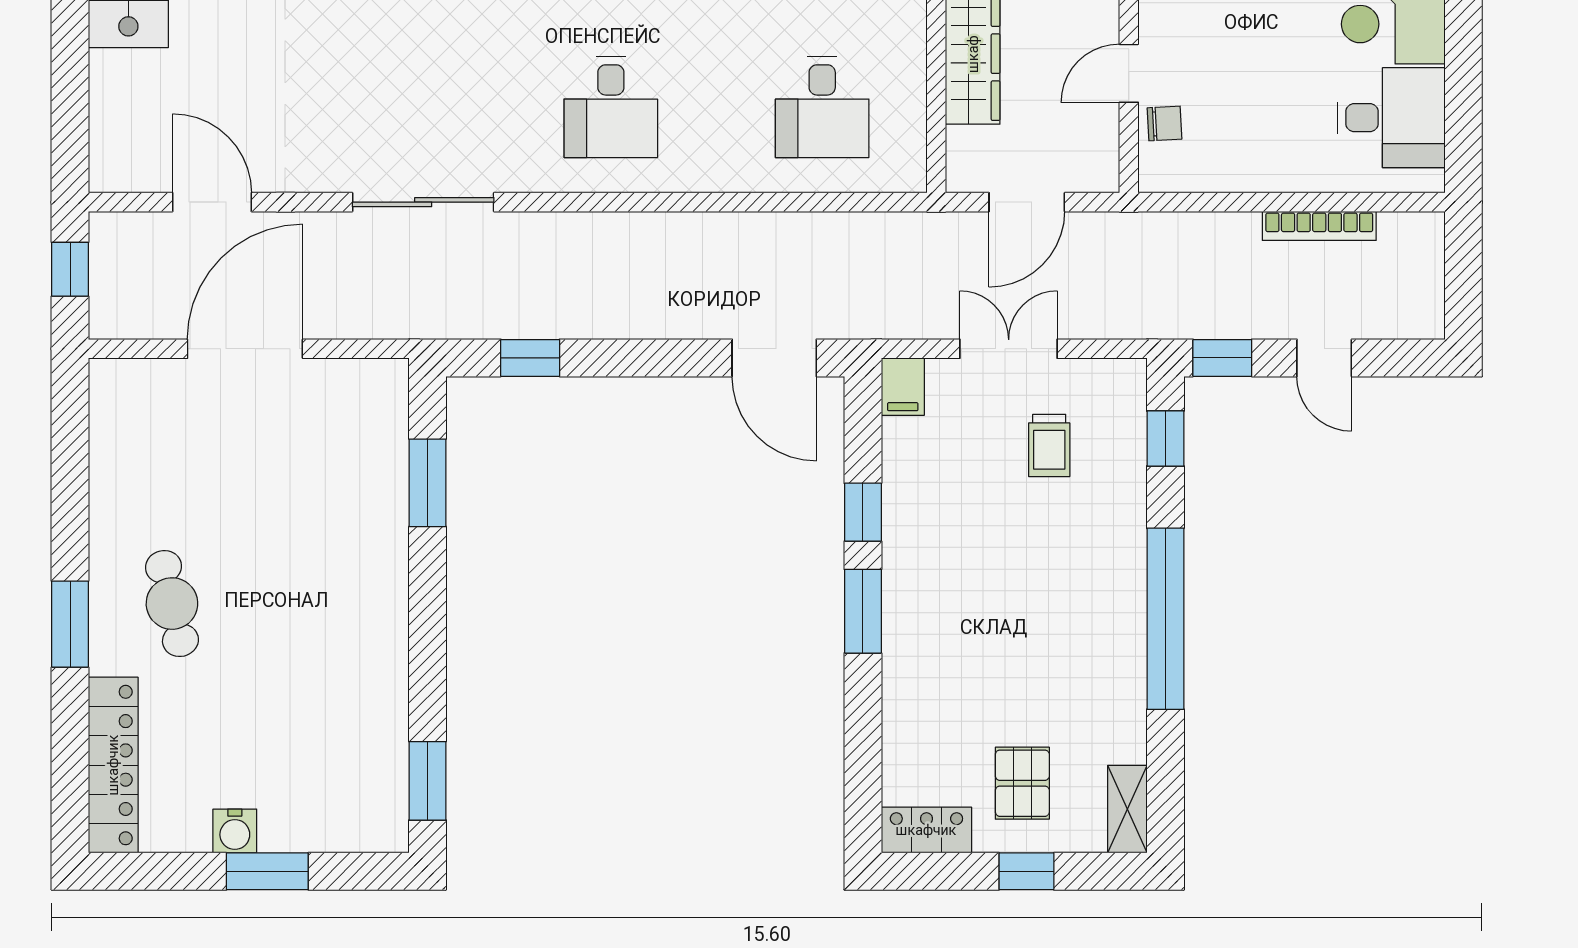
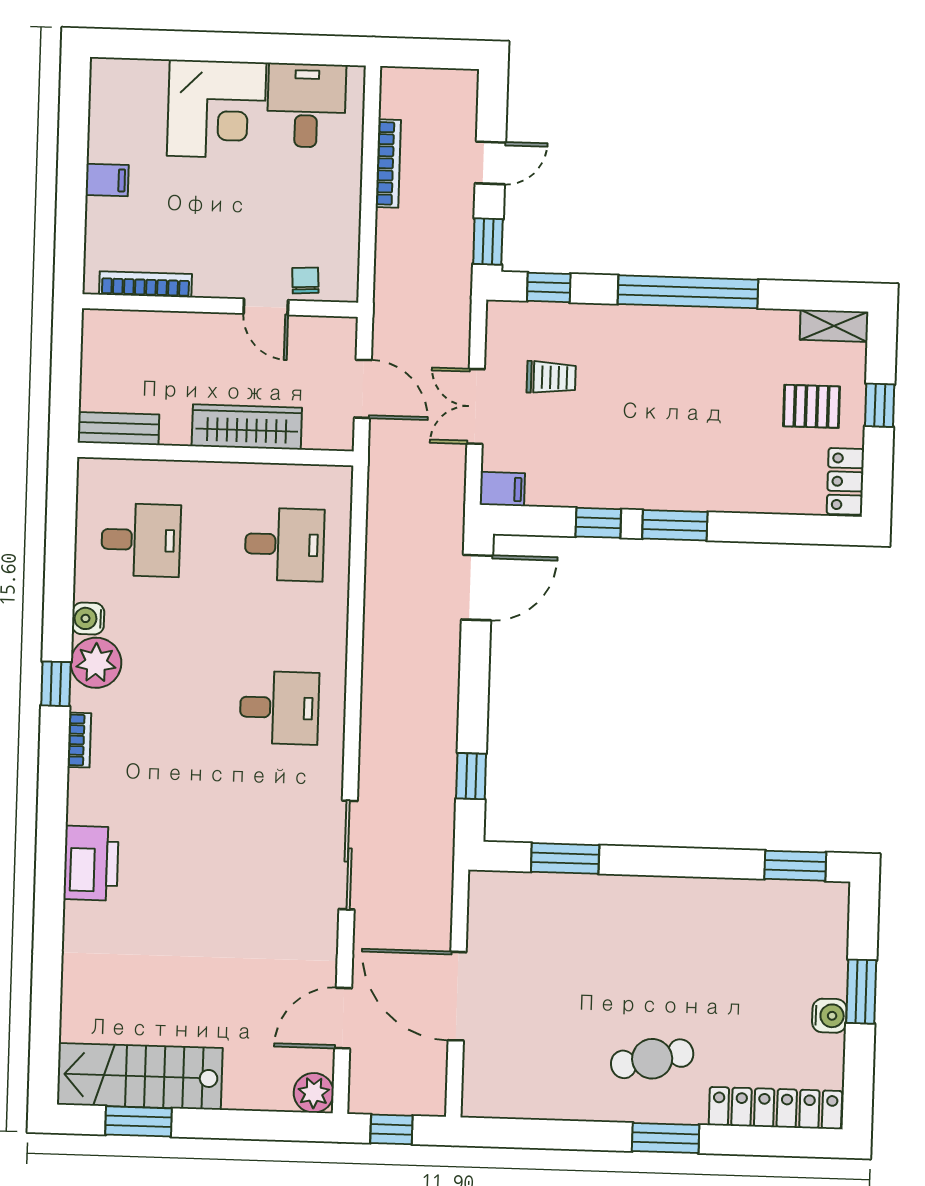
plant: (114, 167) -> (314, 1093), added

